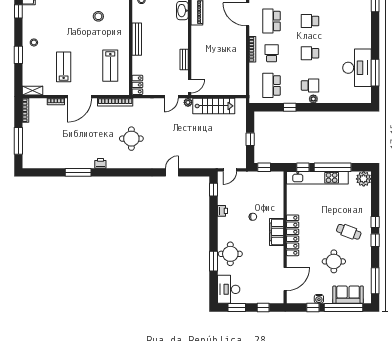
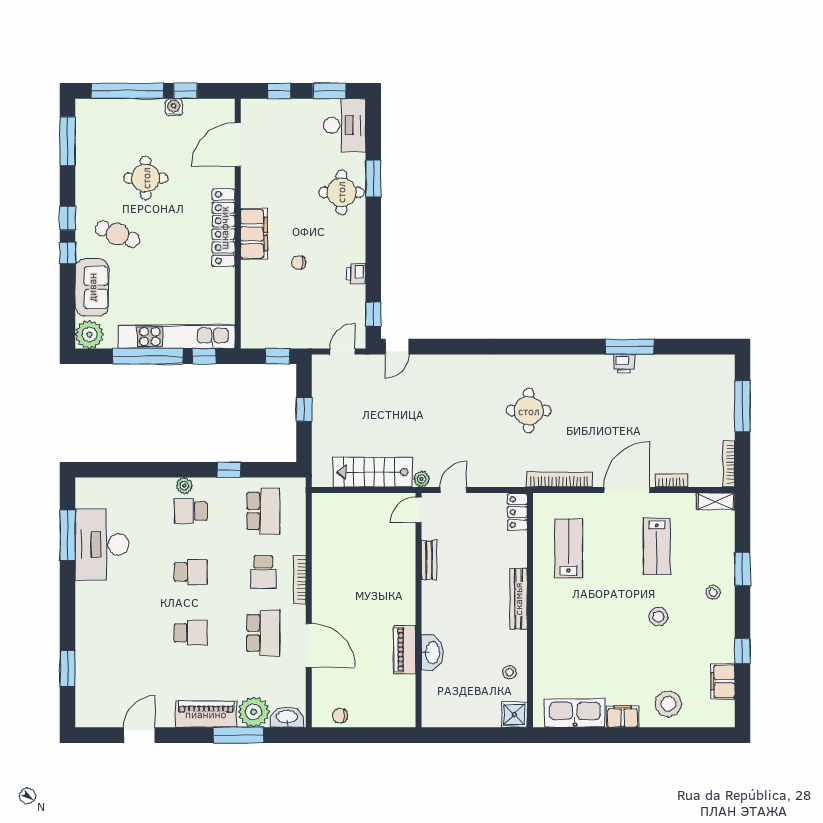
stool: (98, 16) -> (658, 617), moved
printer: (100, 163) -> (624, 364), moved
door: (172, 172) -> (397, 347), moved
sofa: (348, 295) -> (92, 287), moved, turned -90

